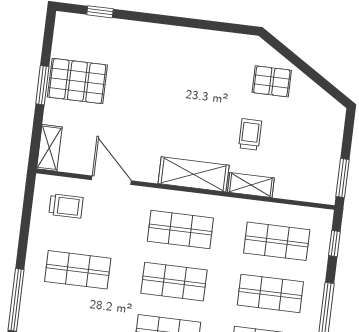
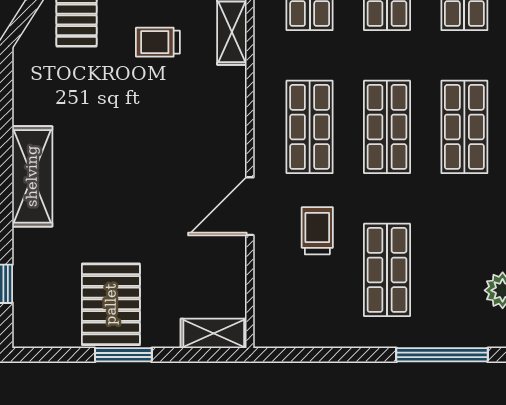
shelving: (194, 174) -> (32, 176), moved
door: (111, 180) -> (250, 206), moved
trolley: (66, 206) -> (317, 231), moved

